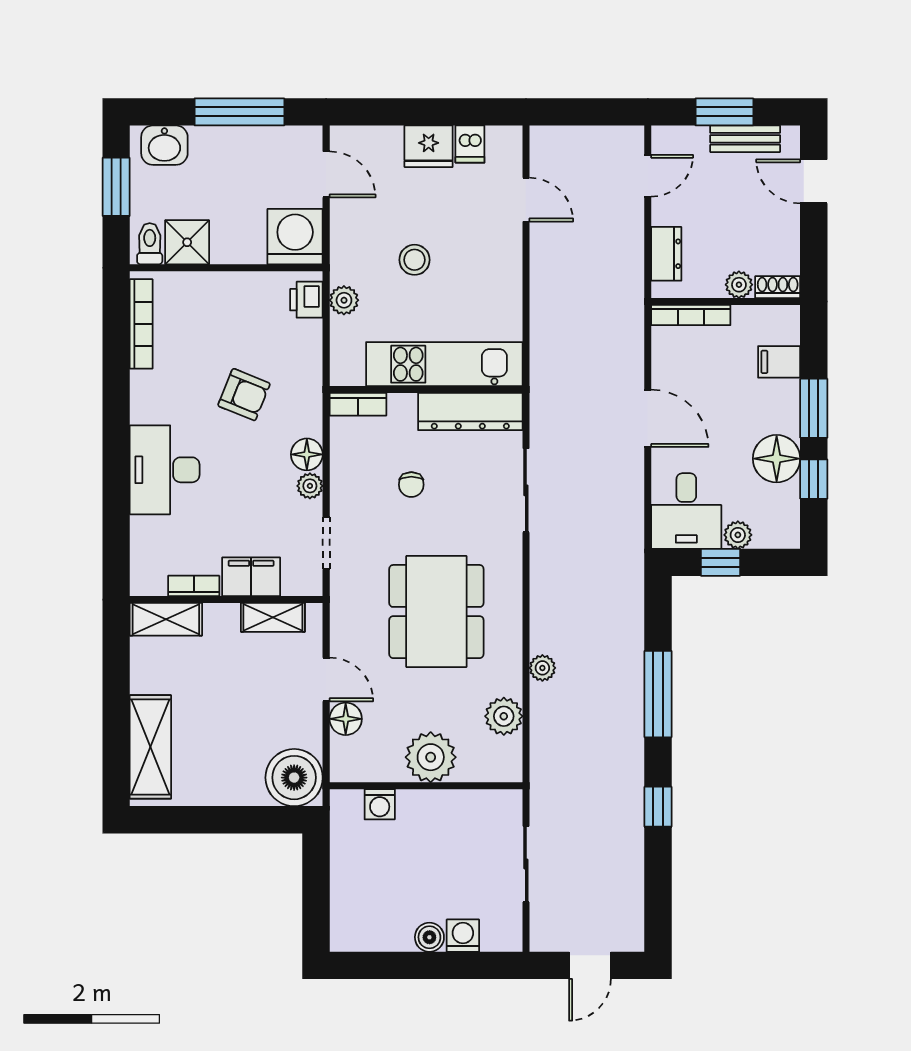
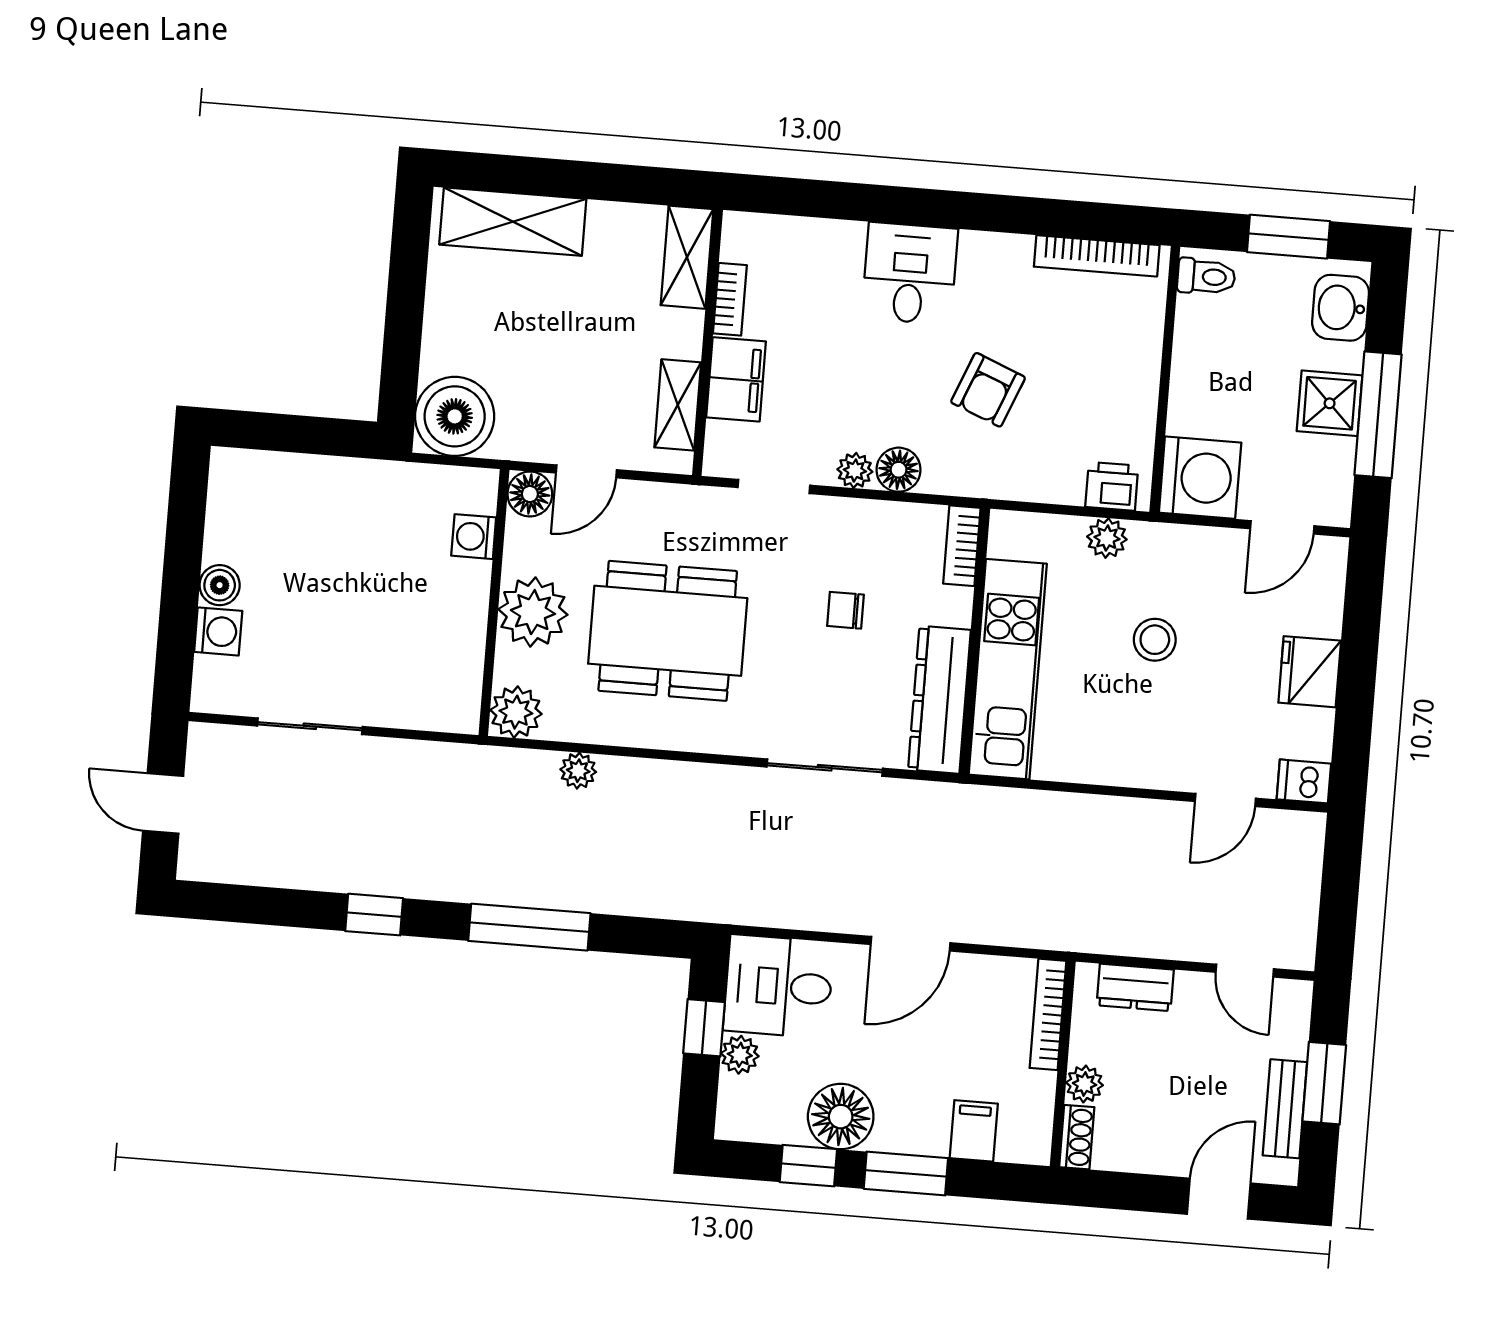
dishwasher: (470, 144) -> (1304, 781), moved
shower: (187, 242) -> (1330, 403), moved
desk: (165, 470) -> (910, 273), width x0.73
plant: (431, 757) -> (533, 612), moved
wall: (426, 786) -> (494, 602), moved
washing machine: (380, 804) -> (474, 537), moved

